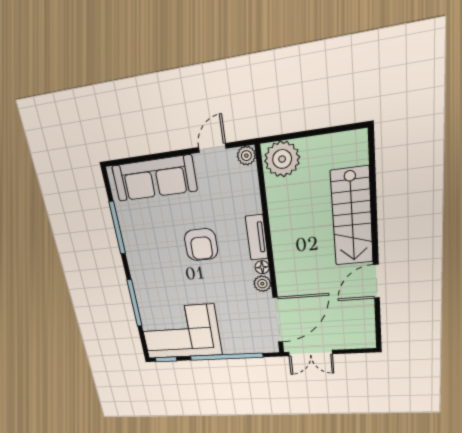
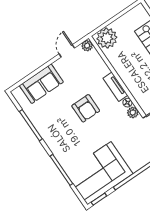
sofa: (154, 178) -> (41, 84), width x0.73

